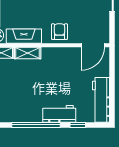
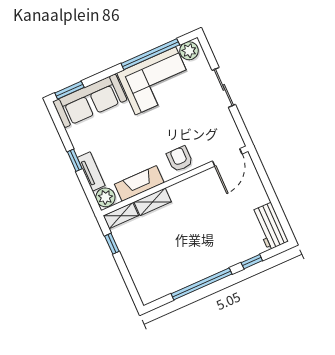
workbench: (101, 100) -> (270, 226), width x0.73
workbench: (59, 114) -> (224, 258), removed

